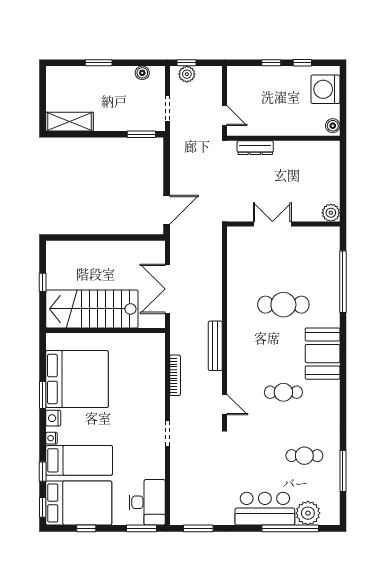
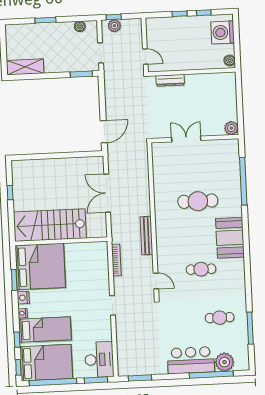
stairs: (92, 309) -> (50, 225), moved
wall: (105, 330) -> (61, 241), moved
window: (86, 528) -> (53, 382), width x3.17

